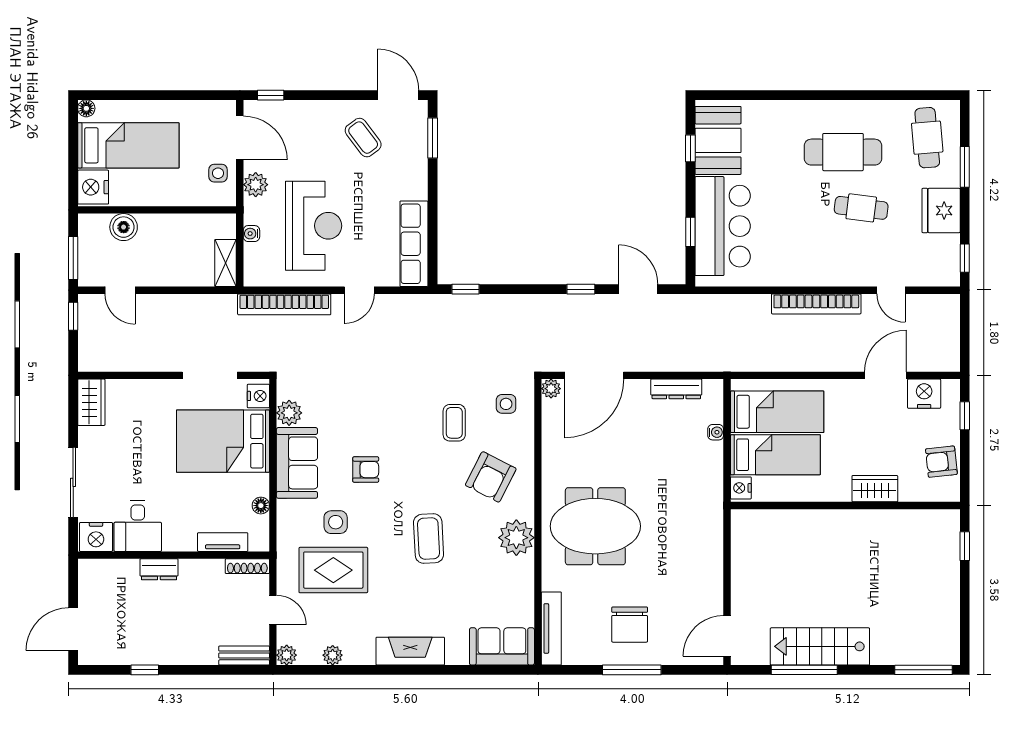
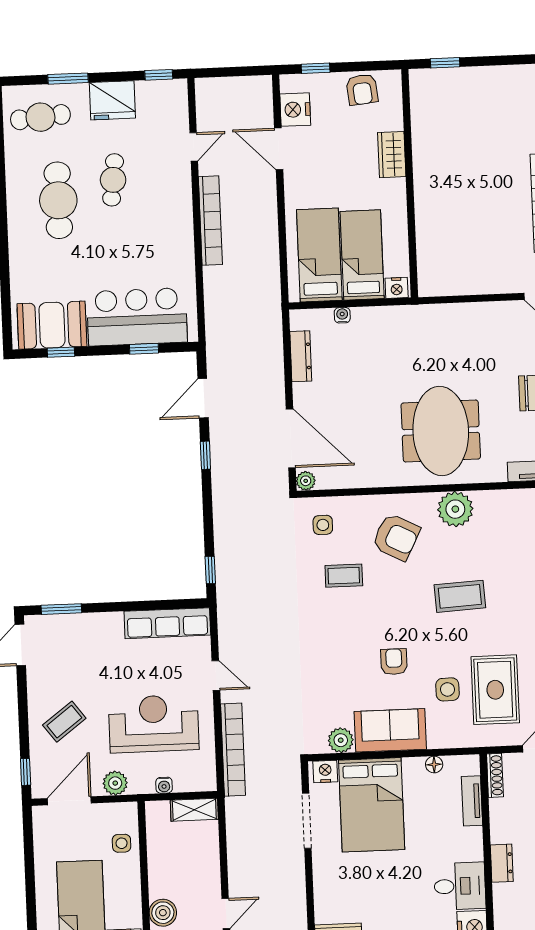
coffee table: (363, 138) -> (64, 722), moved
side table: (218, 173) -> (122, 843), moved

